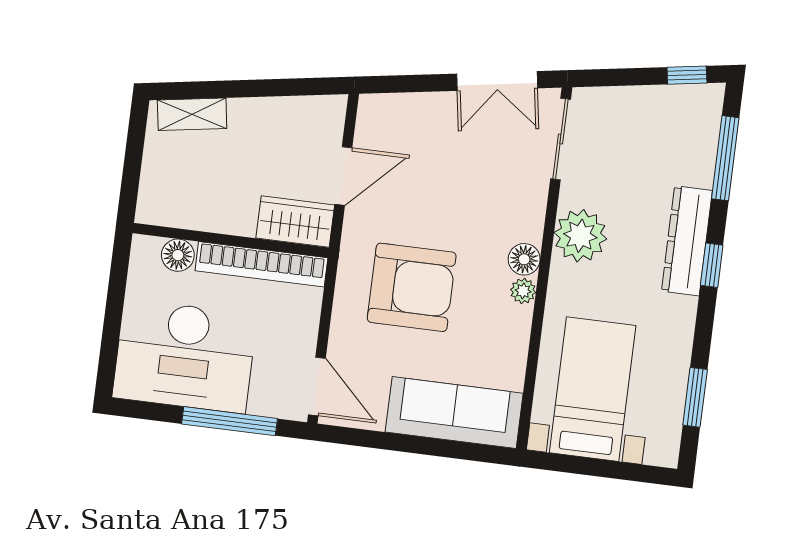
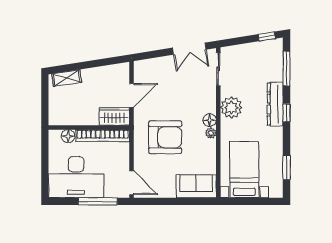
sofa: (454, 413) -> (196, 186), width x0.73

